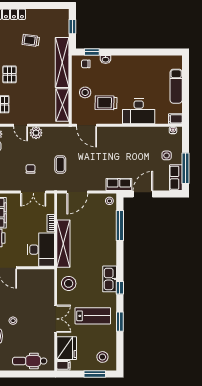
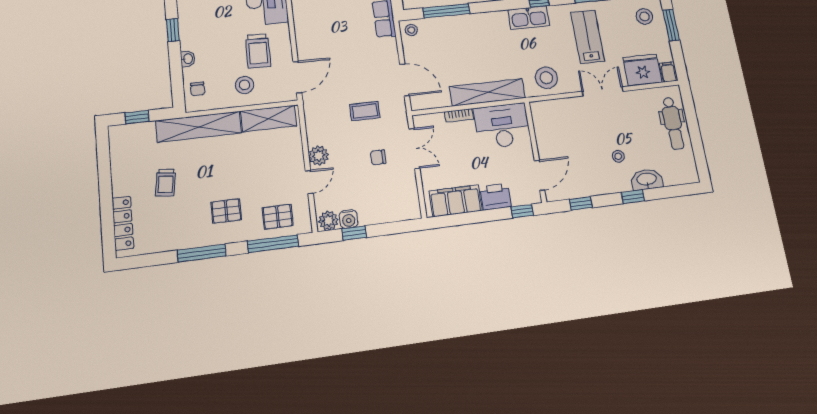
window: (92, 52) -> (173, 30), moved

